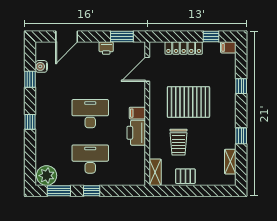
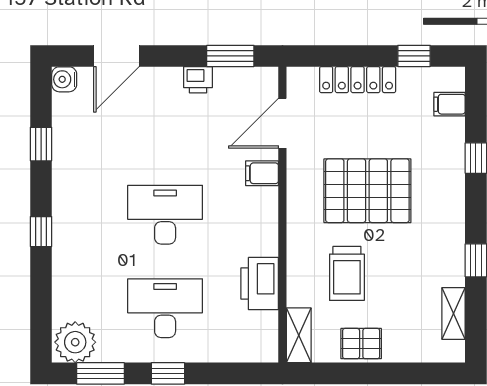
filing cabinet: (228, 47) -> (450, 104), moved
water cooler: (41, 66) -> (64, 79), moved
filing cabinet: (137, 113) -> (262, 173), moved
printer: (136, 133) -> (260, 284), moved

